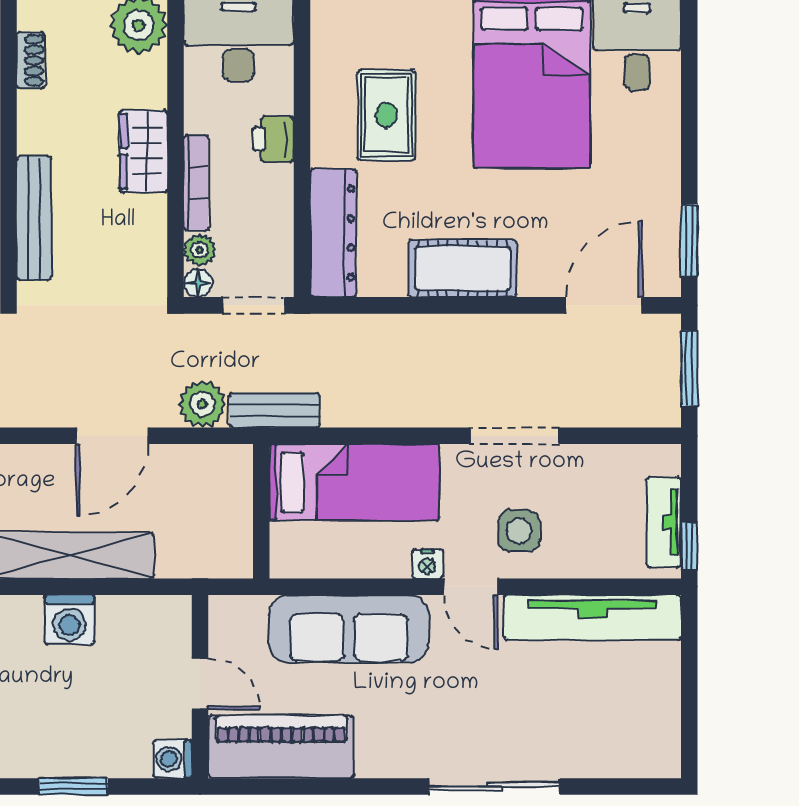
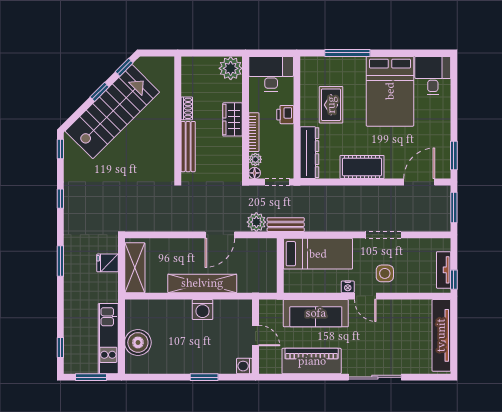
shoe rack: (30, 60) -> (187, 108), moved
tv unit: (592, 618) -> (441, 335), moved, turned 90
piano: (281, 747) -> (312, 361), moved

